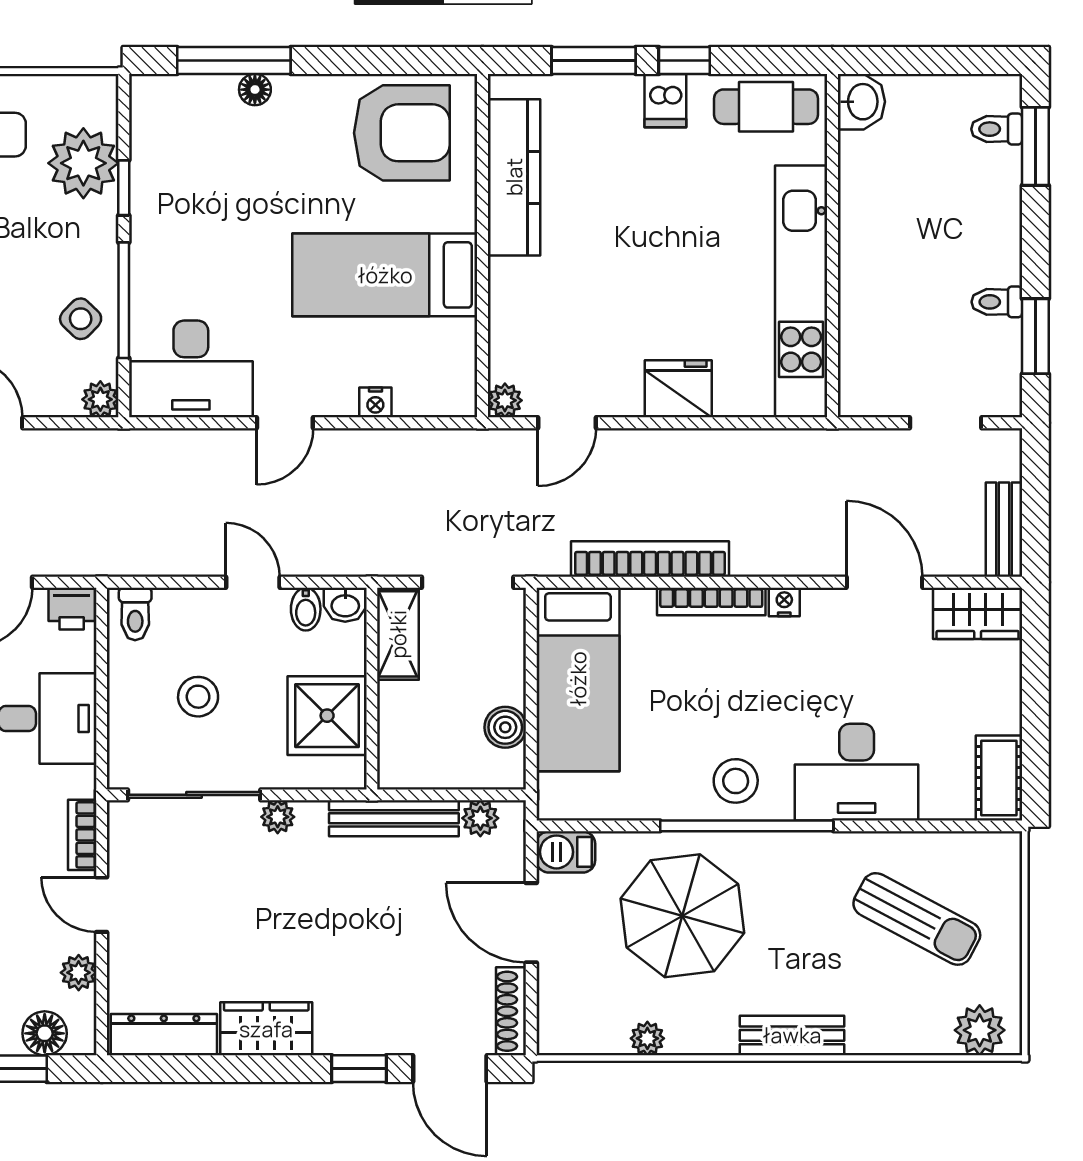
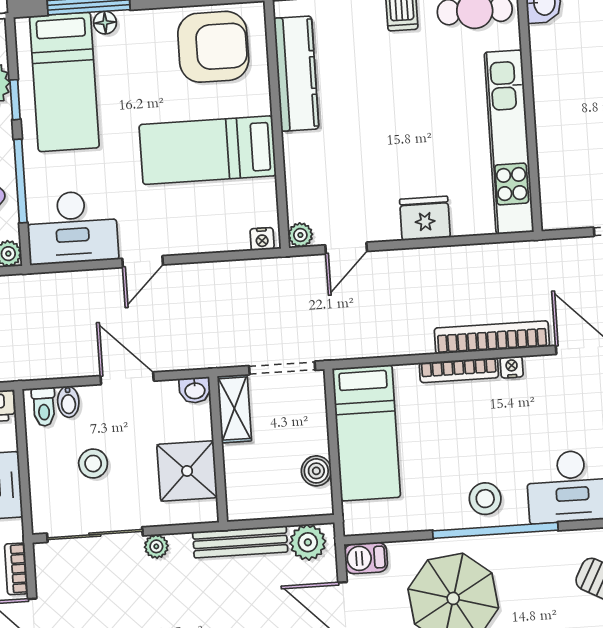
bed: (193, 168) -> (64, 82), added
nightstand: (375, 402) -> (262, 239), moved
bookcase: (650, 559) -> (492, 337), moved
door: (253, 582) -> (127, 378), width x1.38
bidet: (306, 609) -> (68, 402), moved
plant: (480, 818) -> (308, 542), width x1.38, depth x1.38

